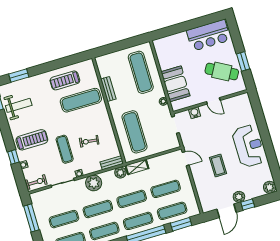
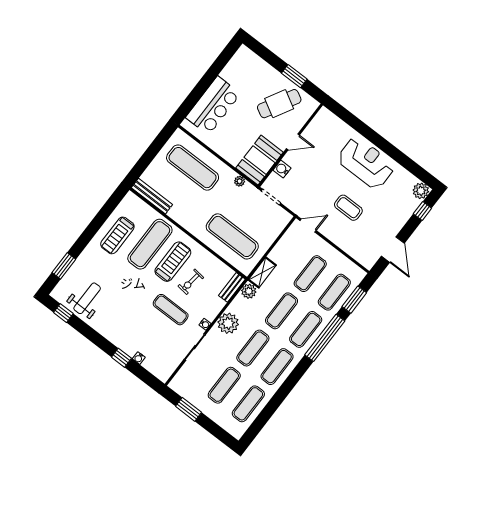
bar counter: (209, 35) -> (213, 106), moved
booth: (175, 84) -> (260, 160), moved, turned 90
bench: (108, 89) -> (152, 196), moved, width x1.36
treadmill: (32, 140) -> (173, 262), moved
exercise bike: (36, 182) -> (166, 367), removed
plant: (239, 197) -> (395, 225), removed
window: (248, 205) -> (422, 211), moved
window: (31, 218) -> (188, 409), width x0.69

